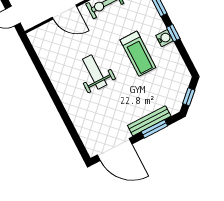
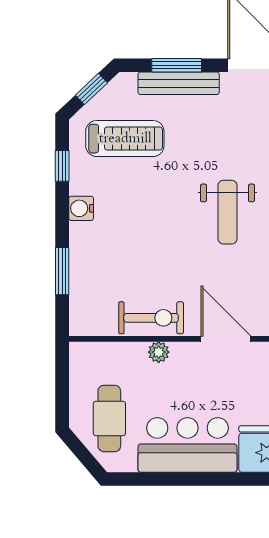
window: (173, 33) -> (62, 166), moved
treadmill: (138, 54) -> (125, 139), moved, turned 90

